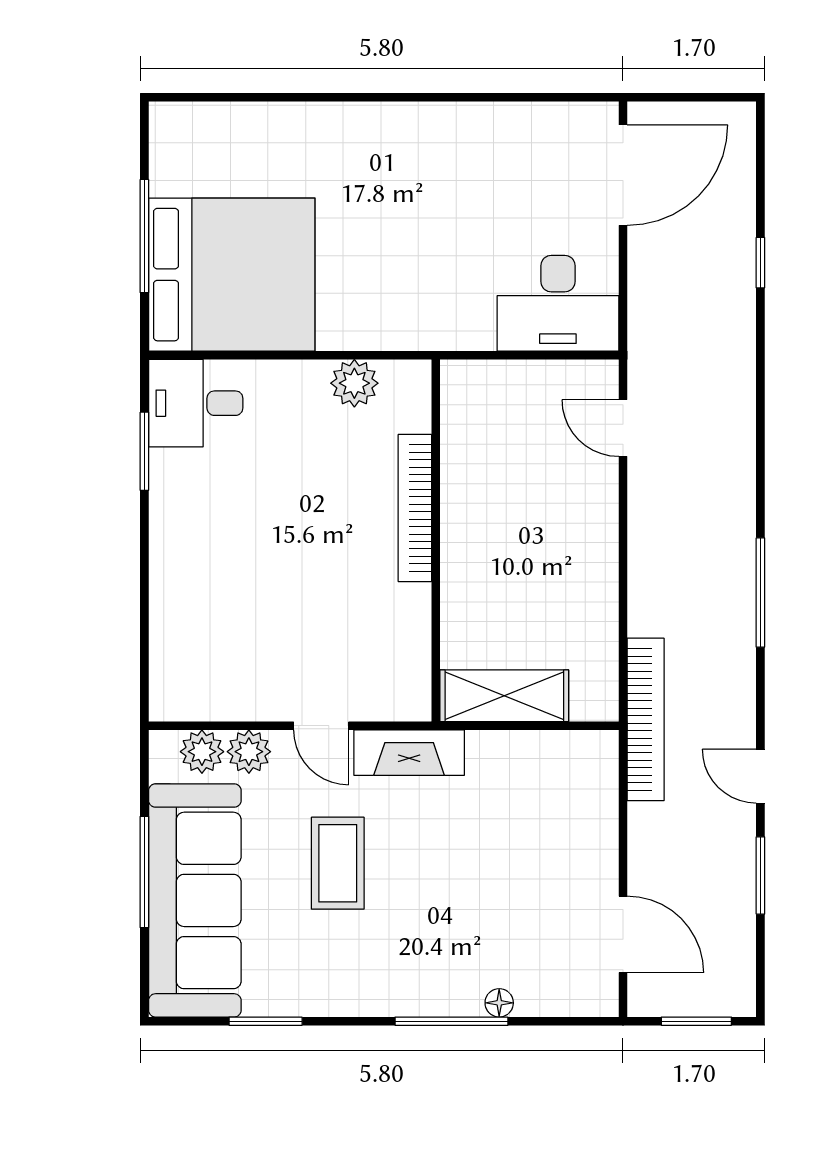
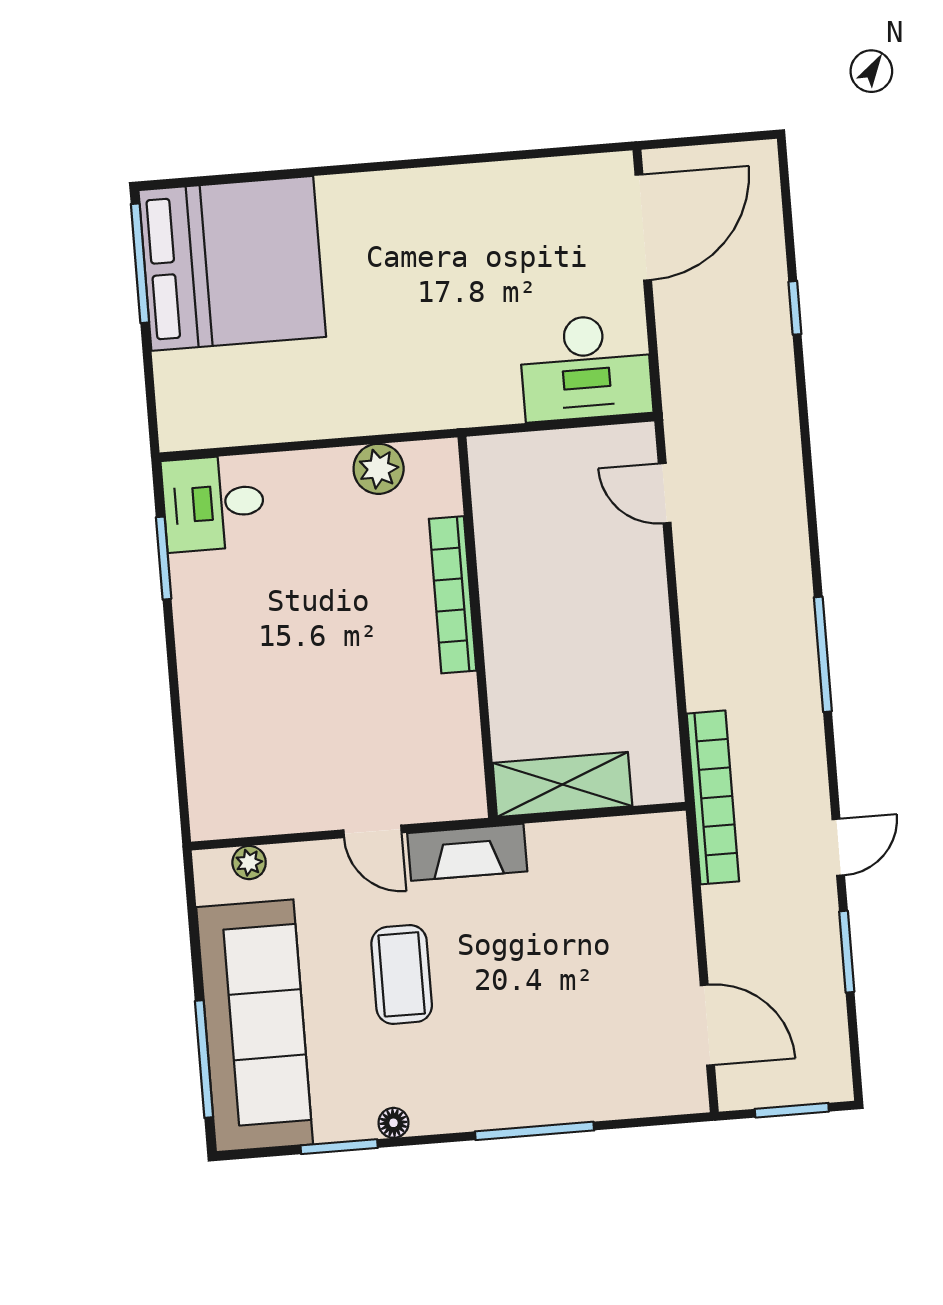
window: (144, 236) -> (140, 263), moved
bed: (232, 275) -> (232, 263), moved
plant: (202, 752) -> (249, 862), width x0.73, depth x0.73
plant: (249, 752) -> (299, 865), removed
door: (760, 776) -> (838, 847), swing flipped
window: (144, 872) -> (204, 1059), moved
floor lamp: (499, 1003) -> (393, 1123), moved

